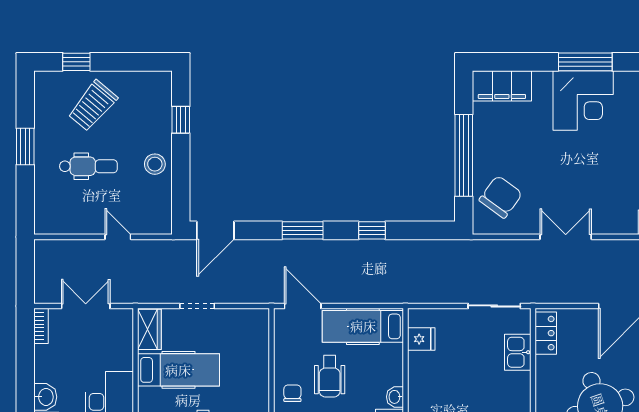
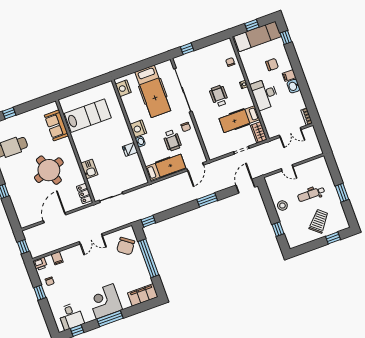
window: (372, 230) -> (148, 221), moved
door: (303, 306) -> (195, 167), hinge flipped
fridge: (421, 339) -> (130, 149), moved
kitchen sink: (518, 352) -> (89, 169), moved
wheelchair: (330, 376) -> (172, 140), turned 180

